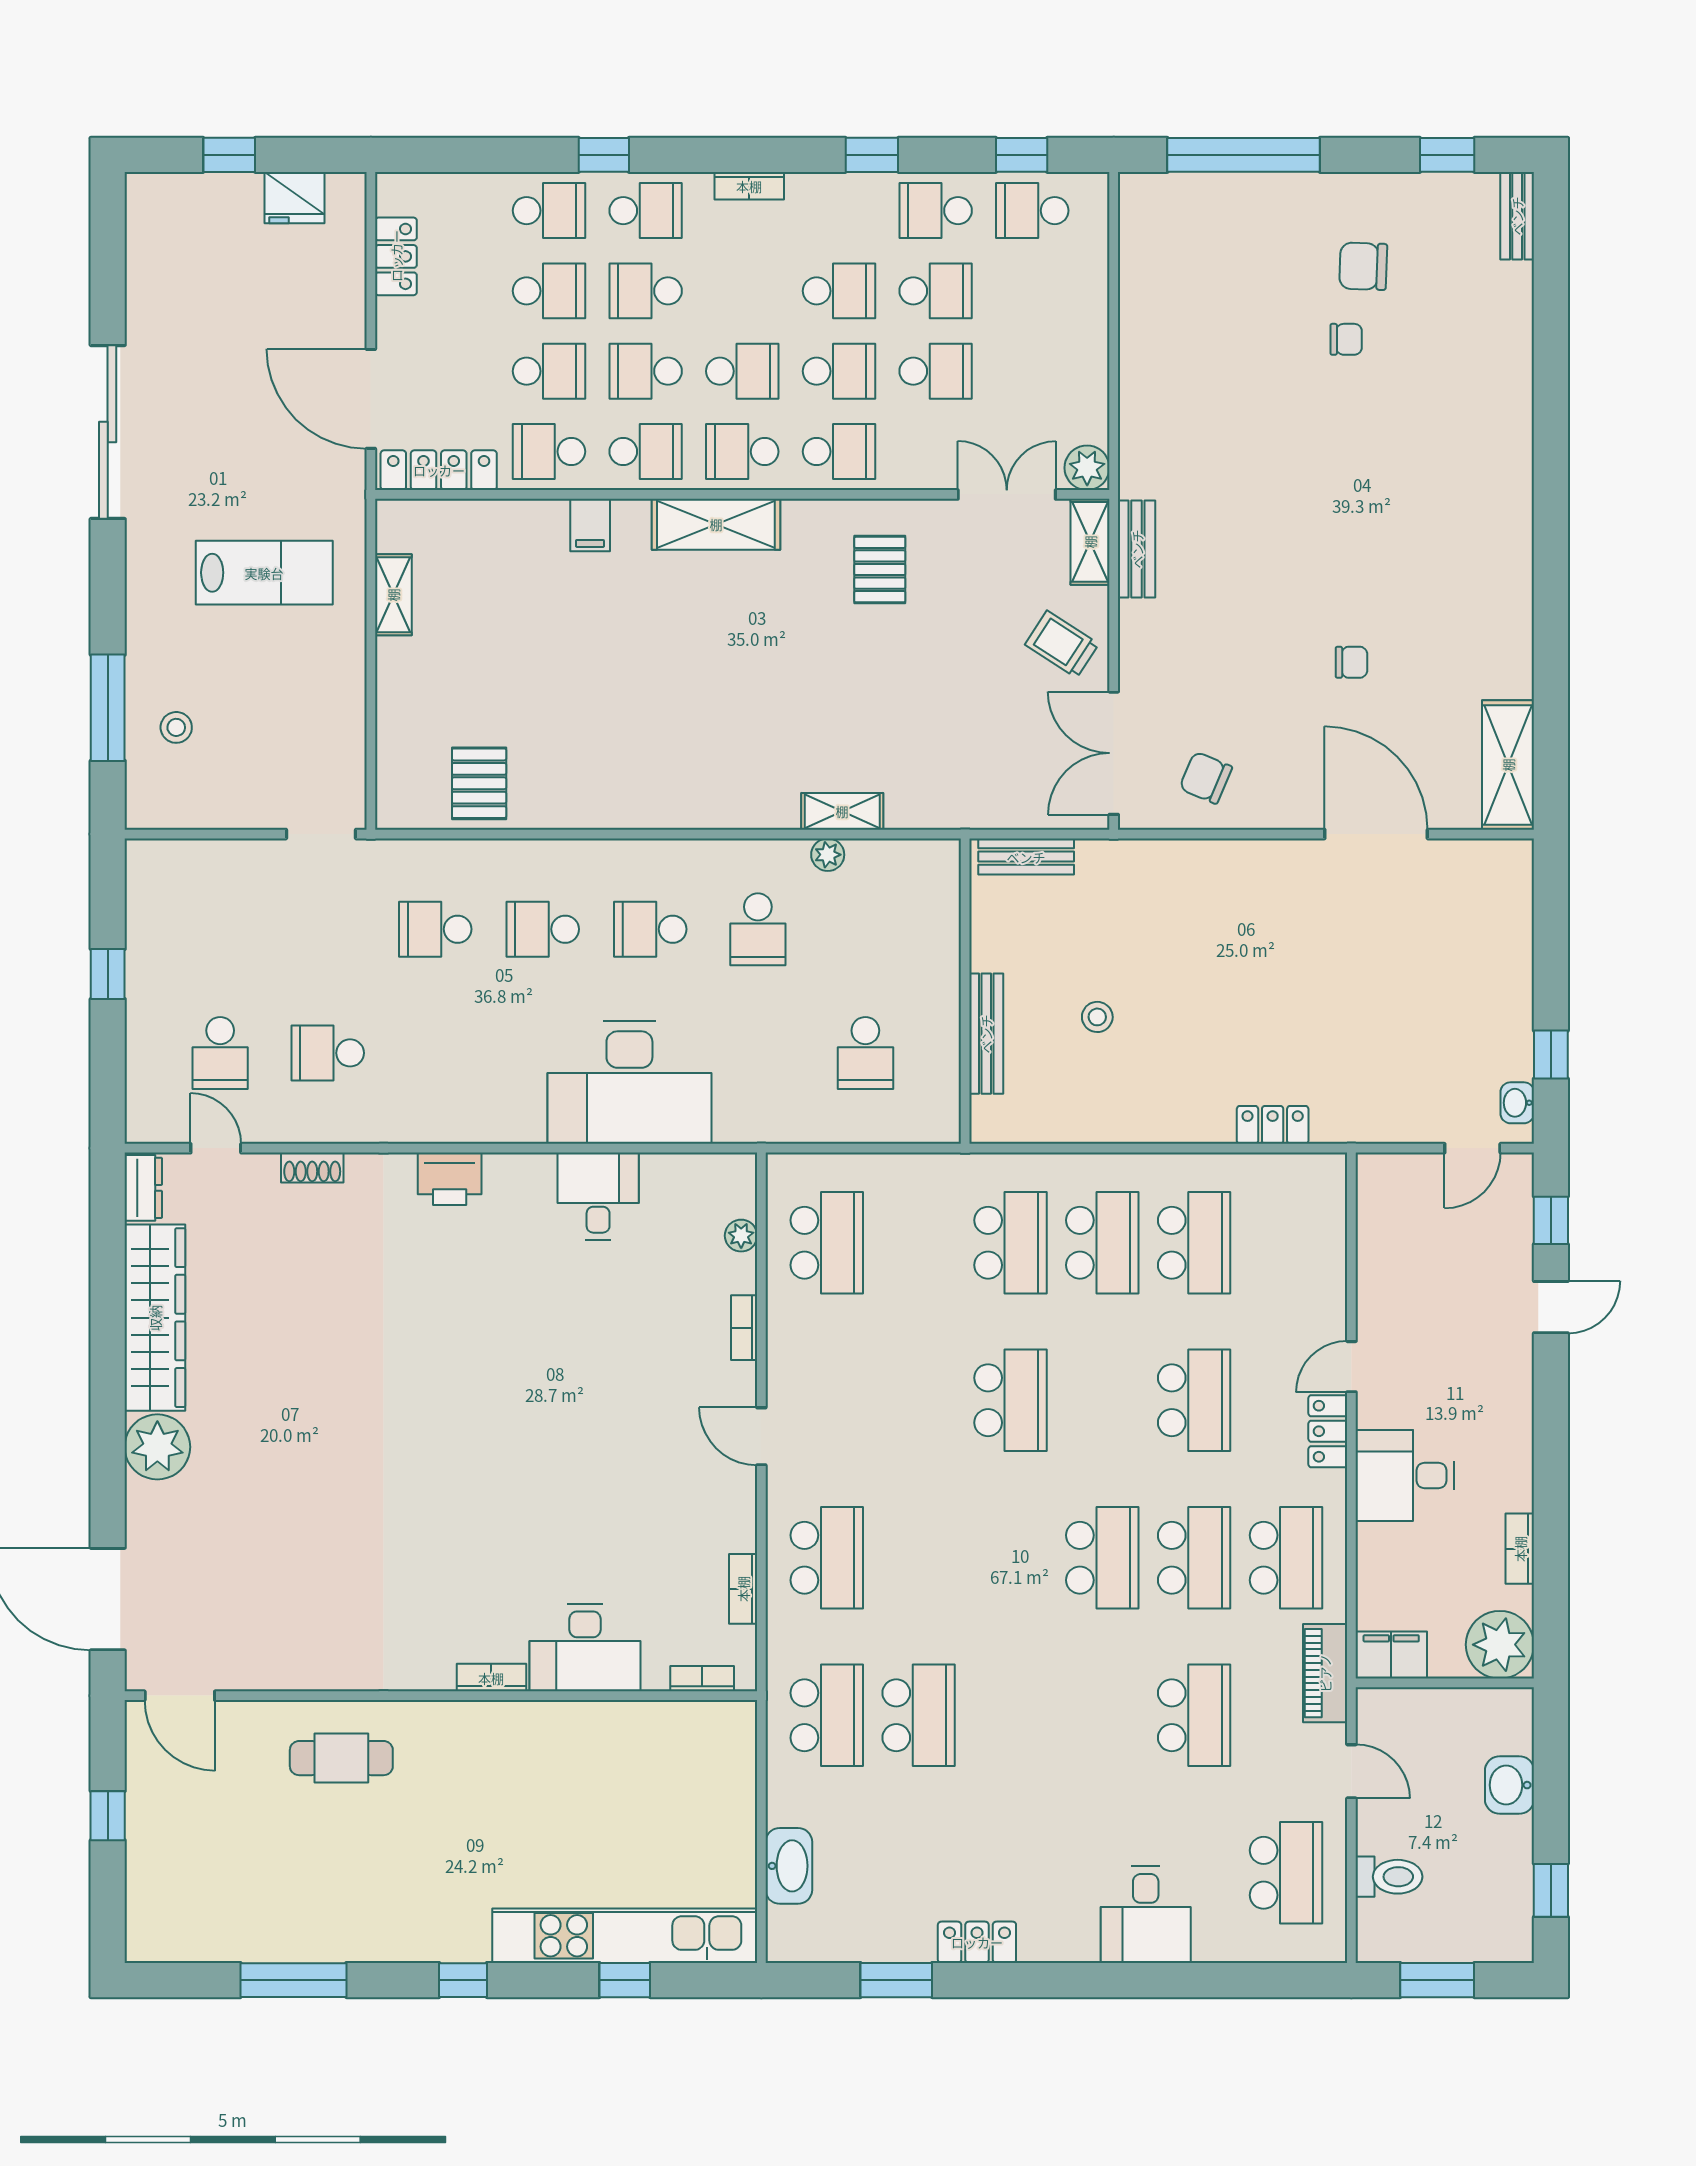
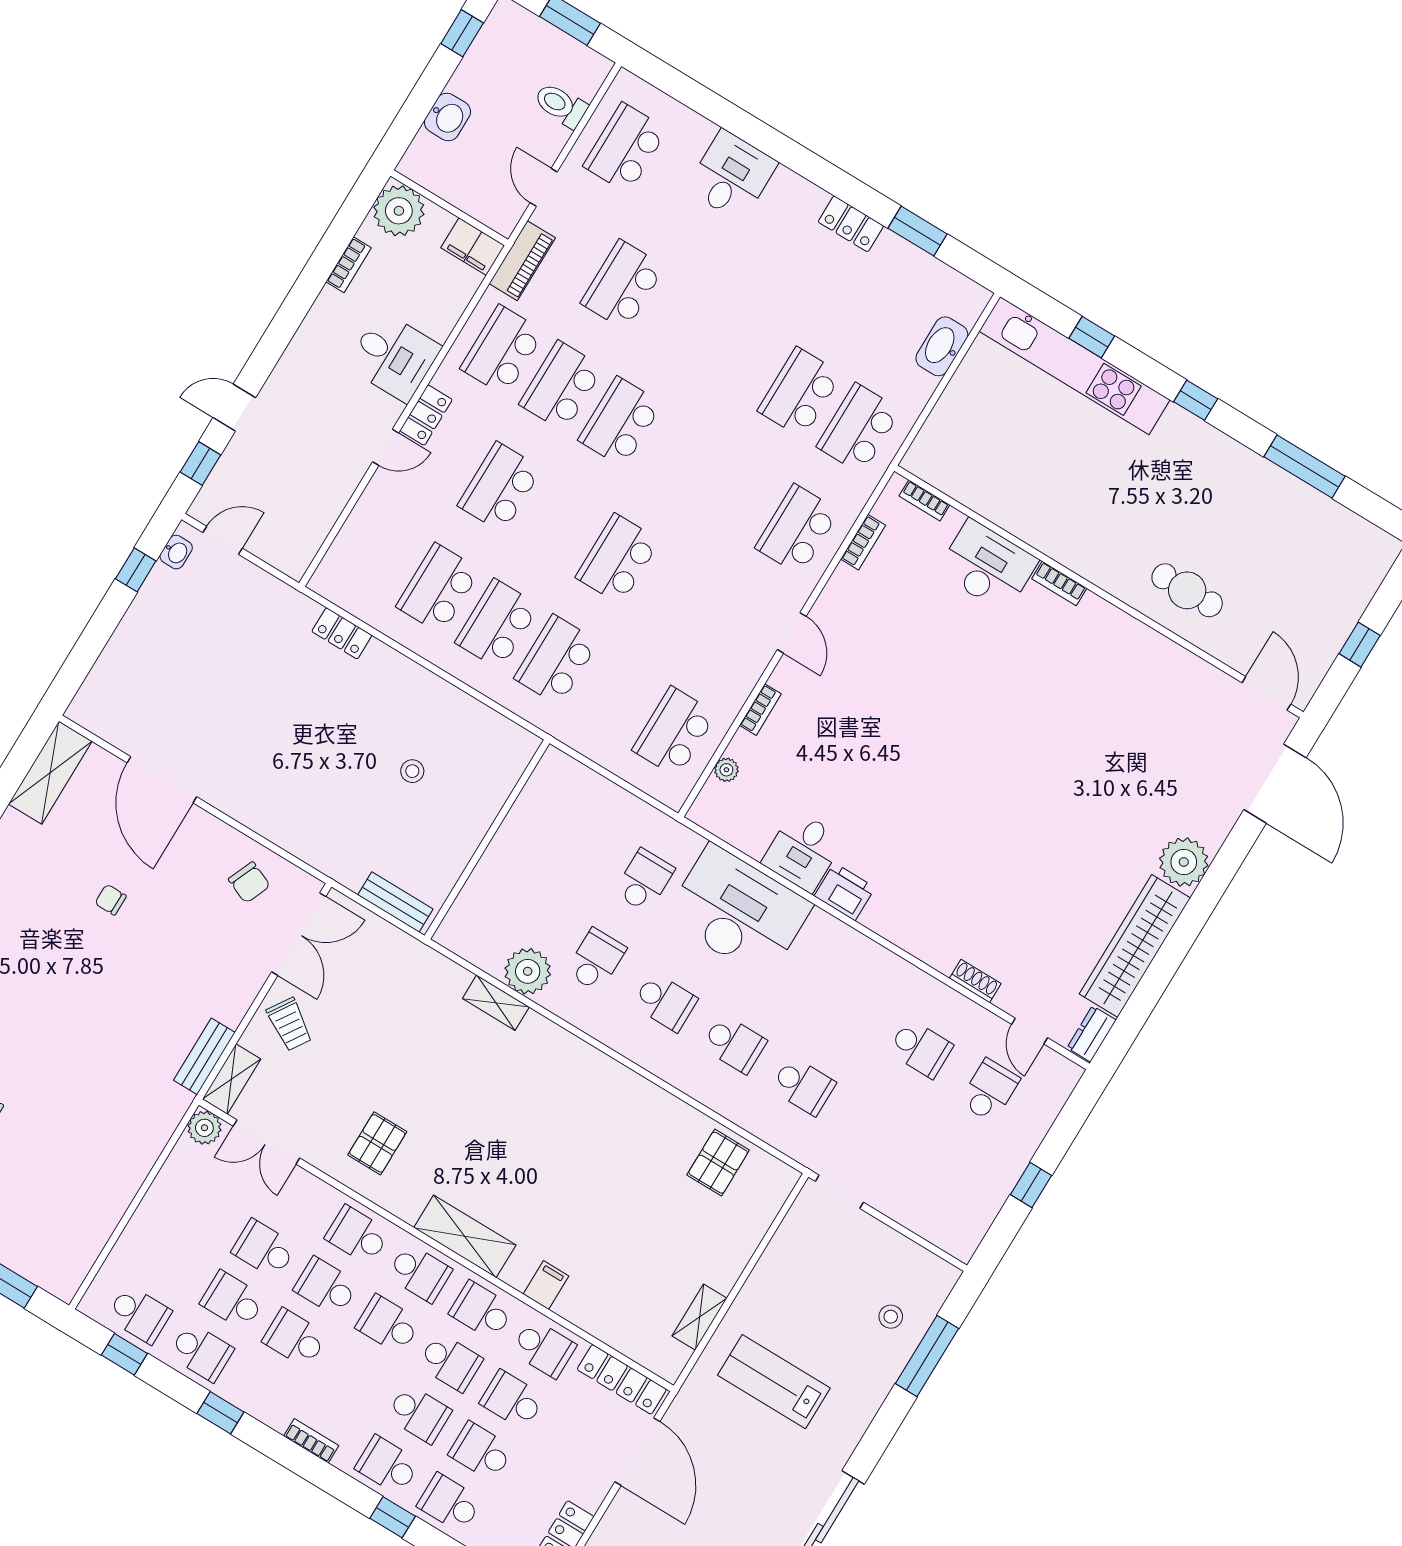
plant: (828, 855) -> (528, 971), width x1.88, depth x1.88
bench: (986, 1034) -> (490, 804), removed
school desk: (865, 1053) -> (644, 881), moved
printer: (450, 1179) -> (845, 892), moved

